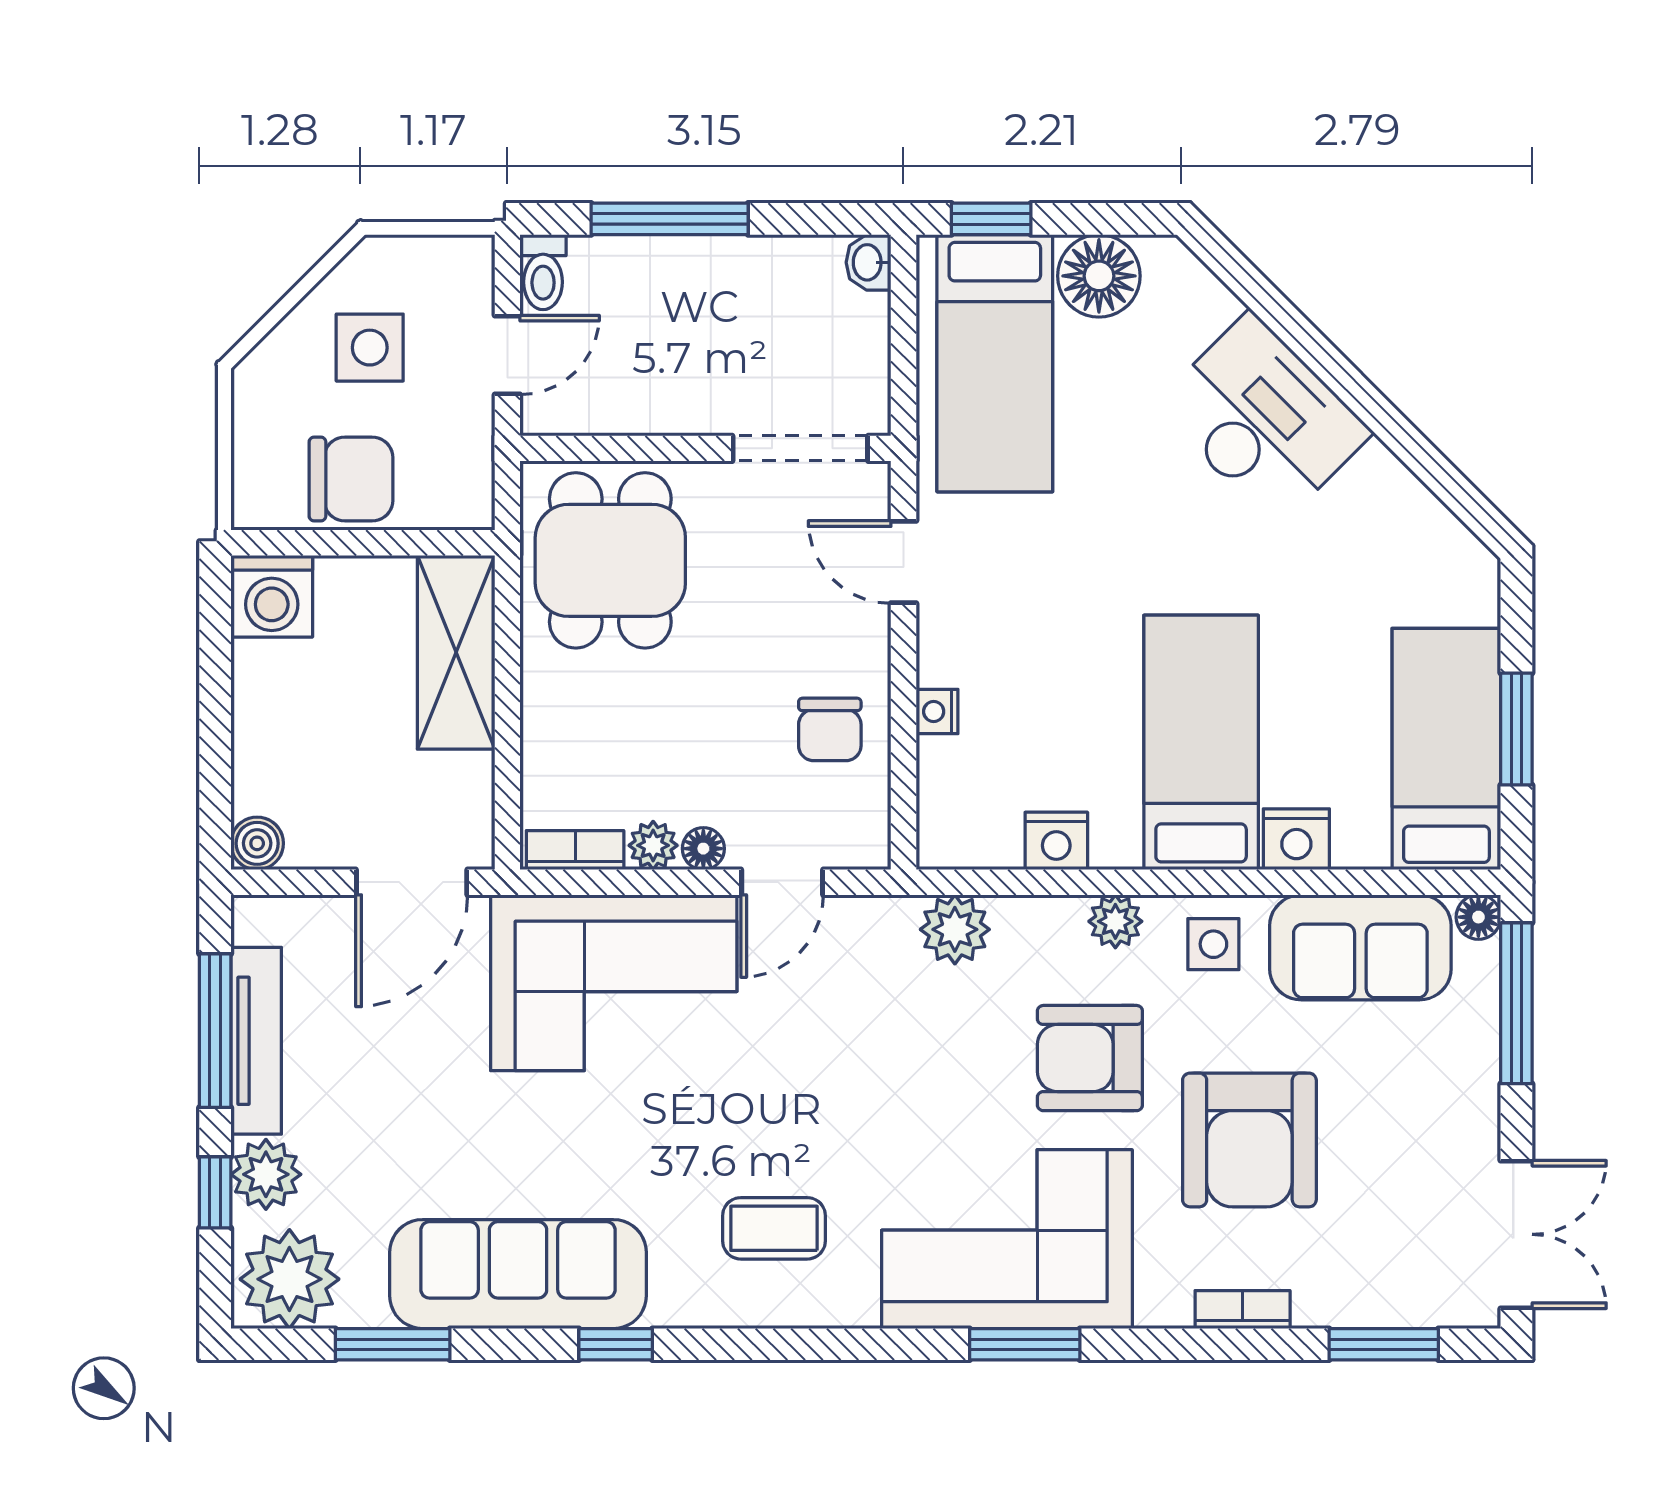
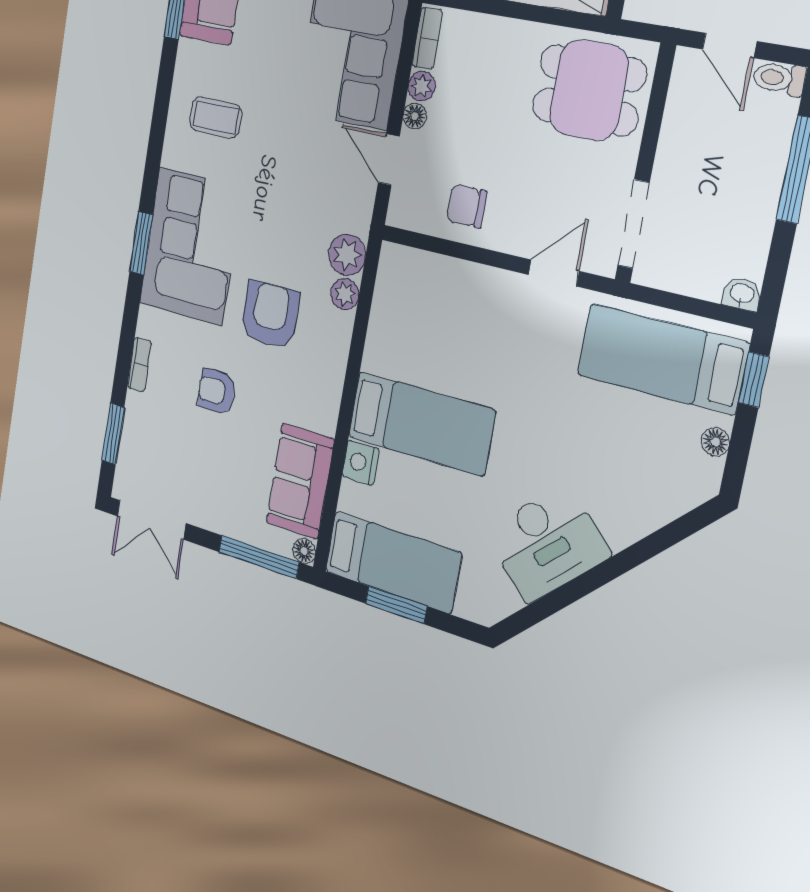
floor lamp: (1099, 276) -> (715, 442), width x0.53, depth x0.53
desk: (1263, 419) -> (547, 543), moved
nightstand: (937, 711) -> (465, 273), removed
nightstand: (1056, 841) -> (383, 325), removed
plant: (1115, 921) -> (345, 294), moved
side table: (1213, 944) -> (315, 400), removed
armchair: (1249, 1140) -> (217, 392), width x0.53, depth x0.53
coffee table: (774, 1228) -> (216, 117), turned 90

